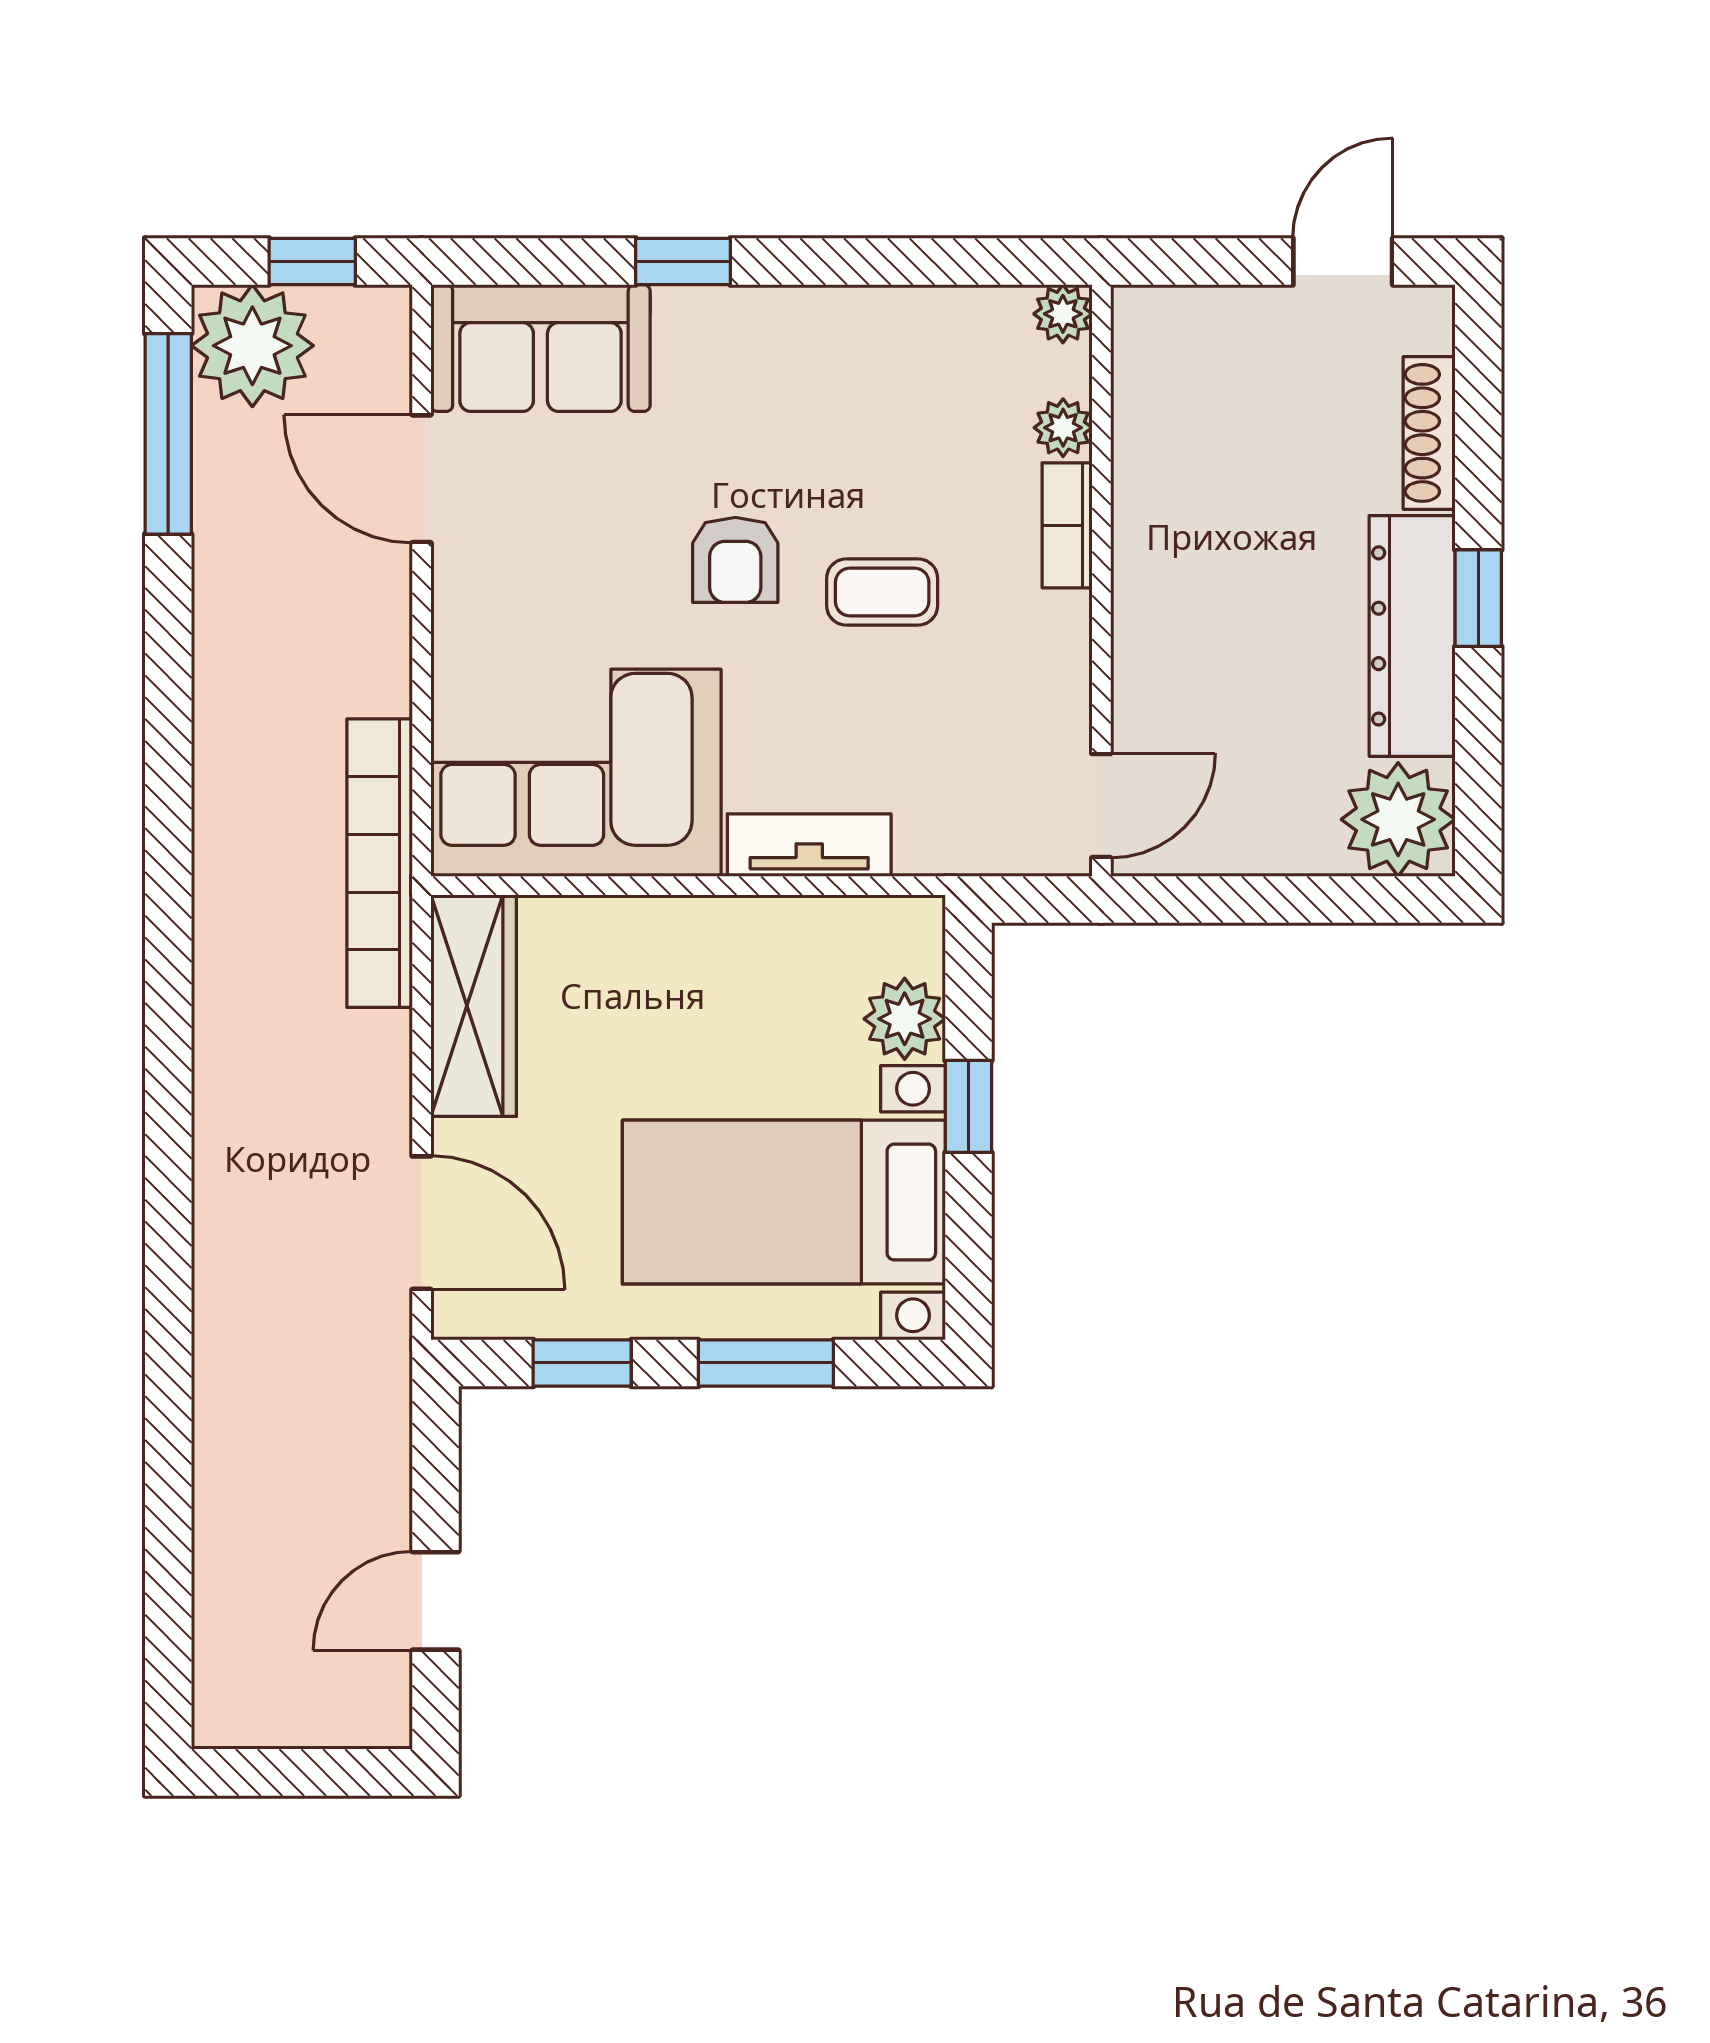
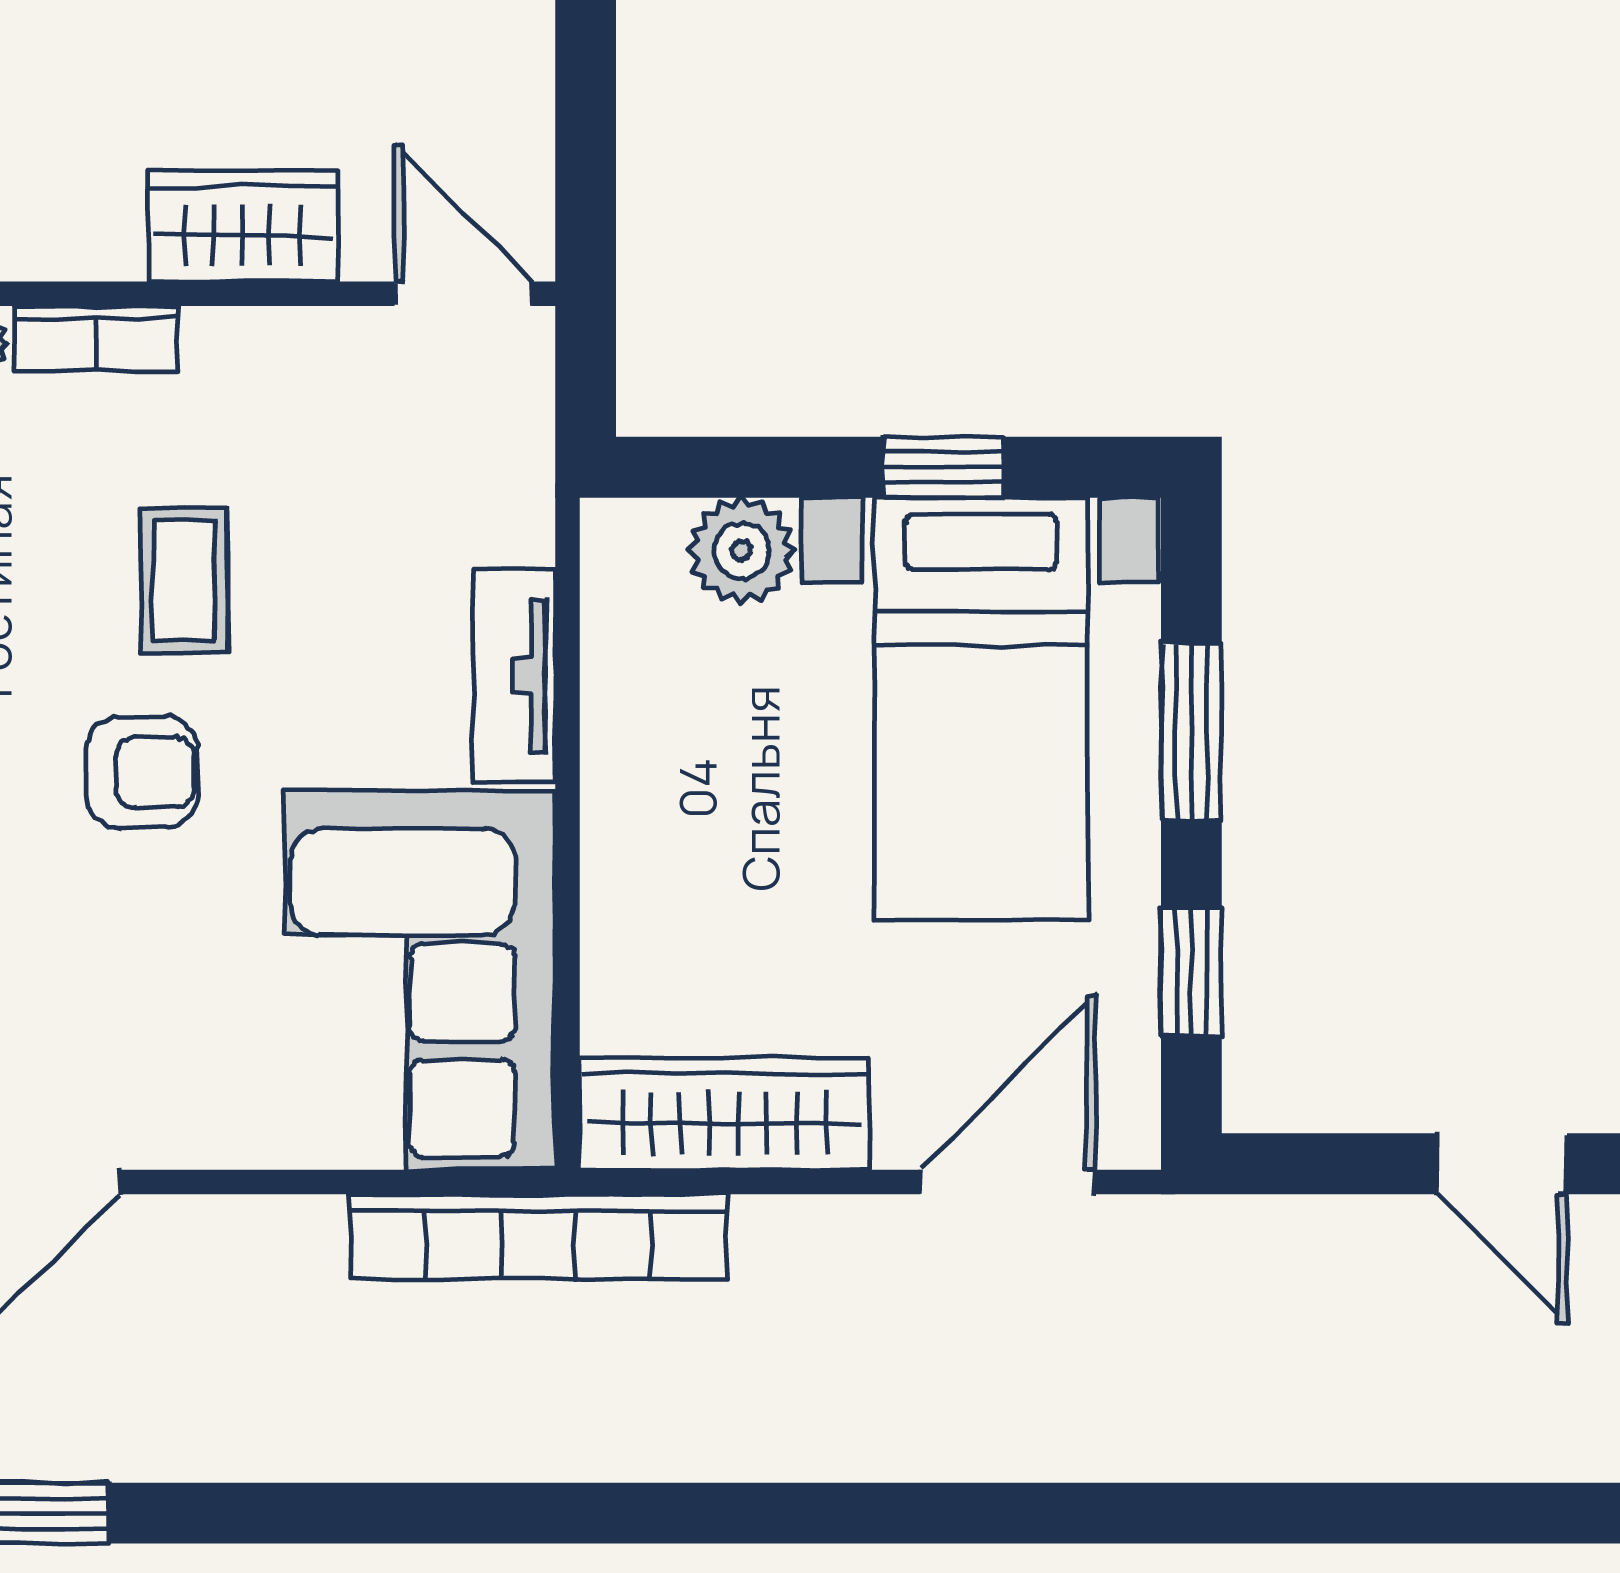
wardrobe: (1153, 637) -> (242, 226), added
window: (968, 1106) -> (943, 467), moved

